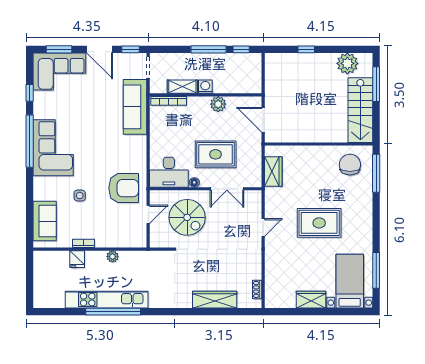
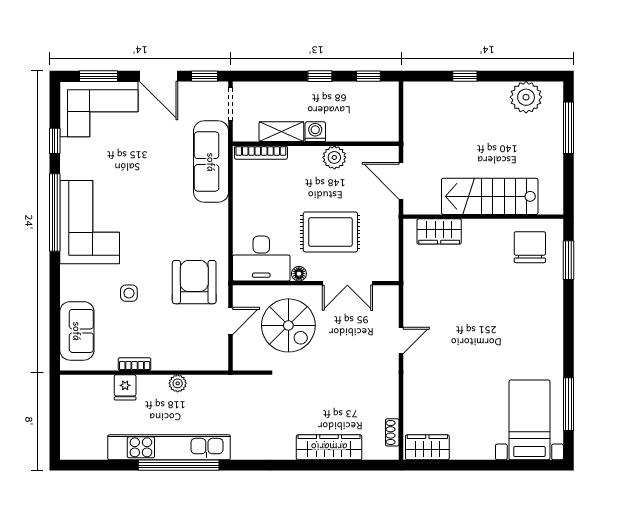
window: (208, 49) -> (320, 76), width x0.46
stairs: (360, 110) -> (490, 196), moved, turned 90
wardrobe: (273, 171) -> (439, 231), moved, turned 90
window: (376, 173) -> (569, 260), width x0.69
armchair: (124, 188) -> (194, 282), turned -90
rug: (319, 223) -> (484, 334), removed
wardrobe: (311, 300) -> (427, 447), moved

